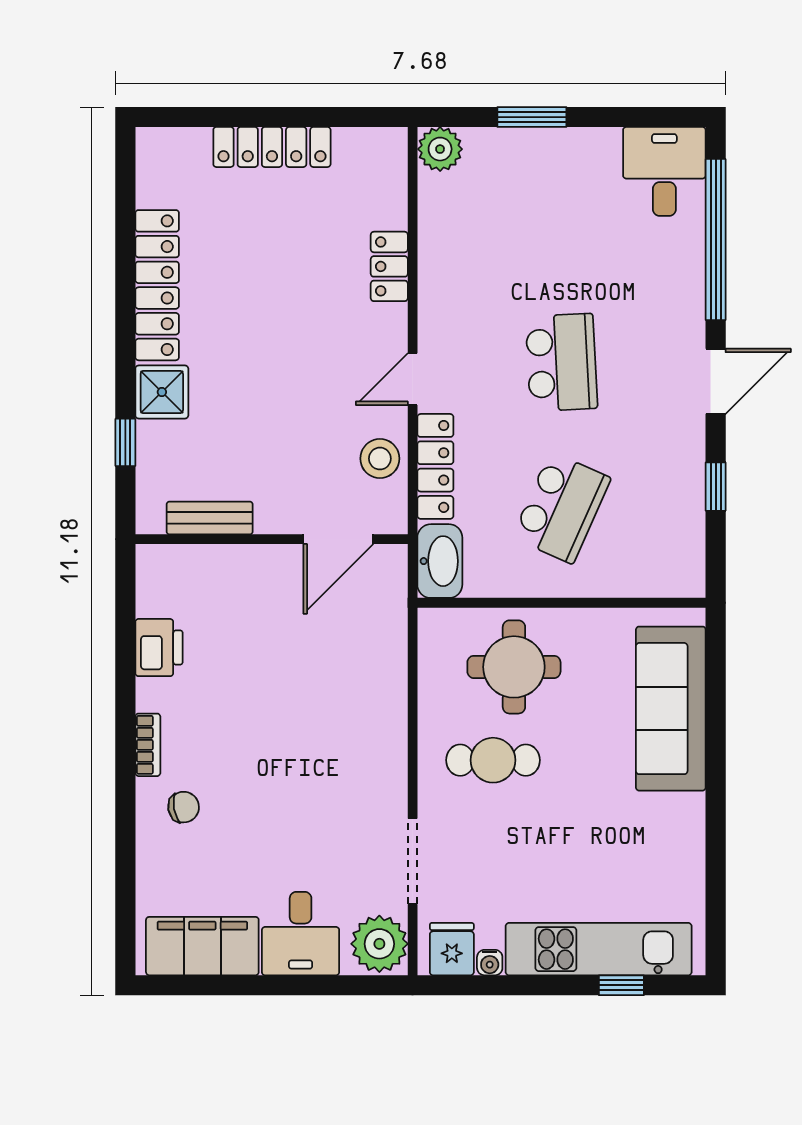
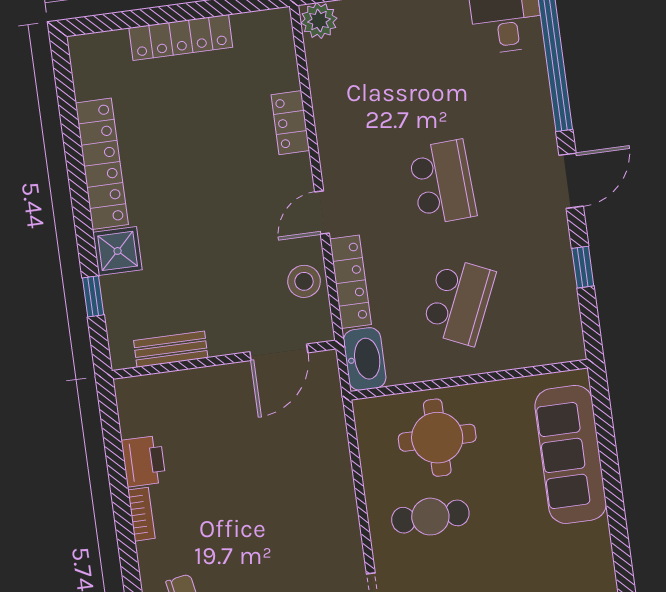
bookcase: (148, 745) -> (141, 514), moved

